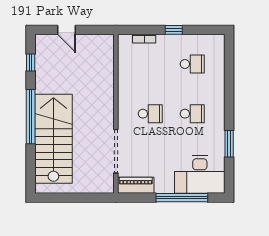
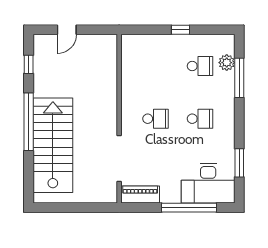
door: (67, 30) -> (67, 30), hinge flipped
bookcase: (144, 39) -> (149, 39), removed
plant: (217, 61) -> (227, 63), added
window: (229, 75) -> (239, 78), added
window: (229, 144) -> (239, 163), moved

